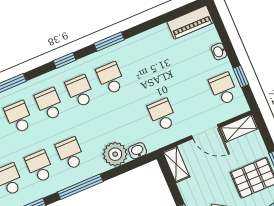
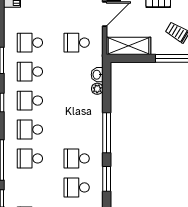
school desk: (70, 154) -> (30, 43), moved
plant: (115, 154) -> (97, 89), width x0.53, depth x0.53
shelving: (176, 164) -> (128, 46), width x1.50, depth x1.33

